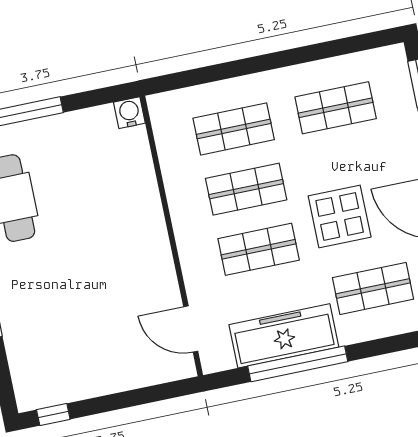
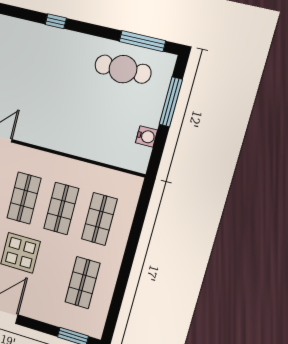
water cooler: (129, 113) -> (146, 136), moved

